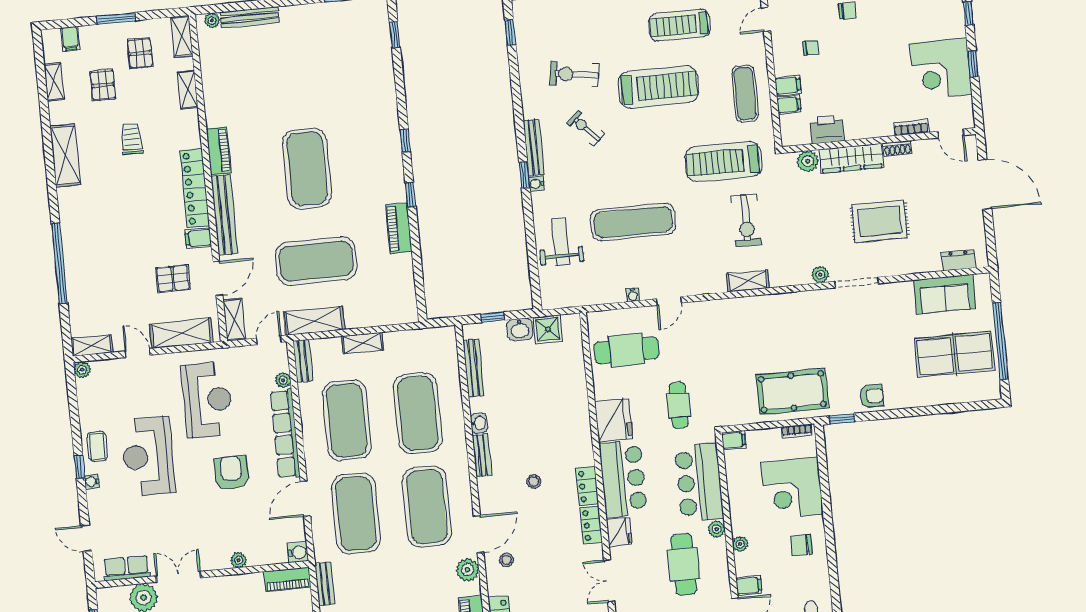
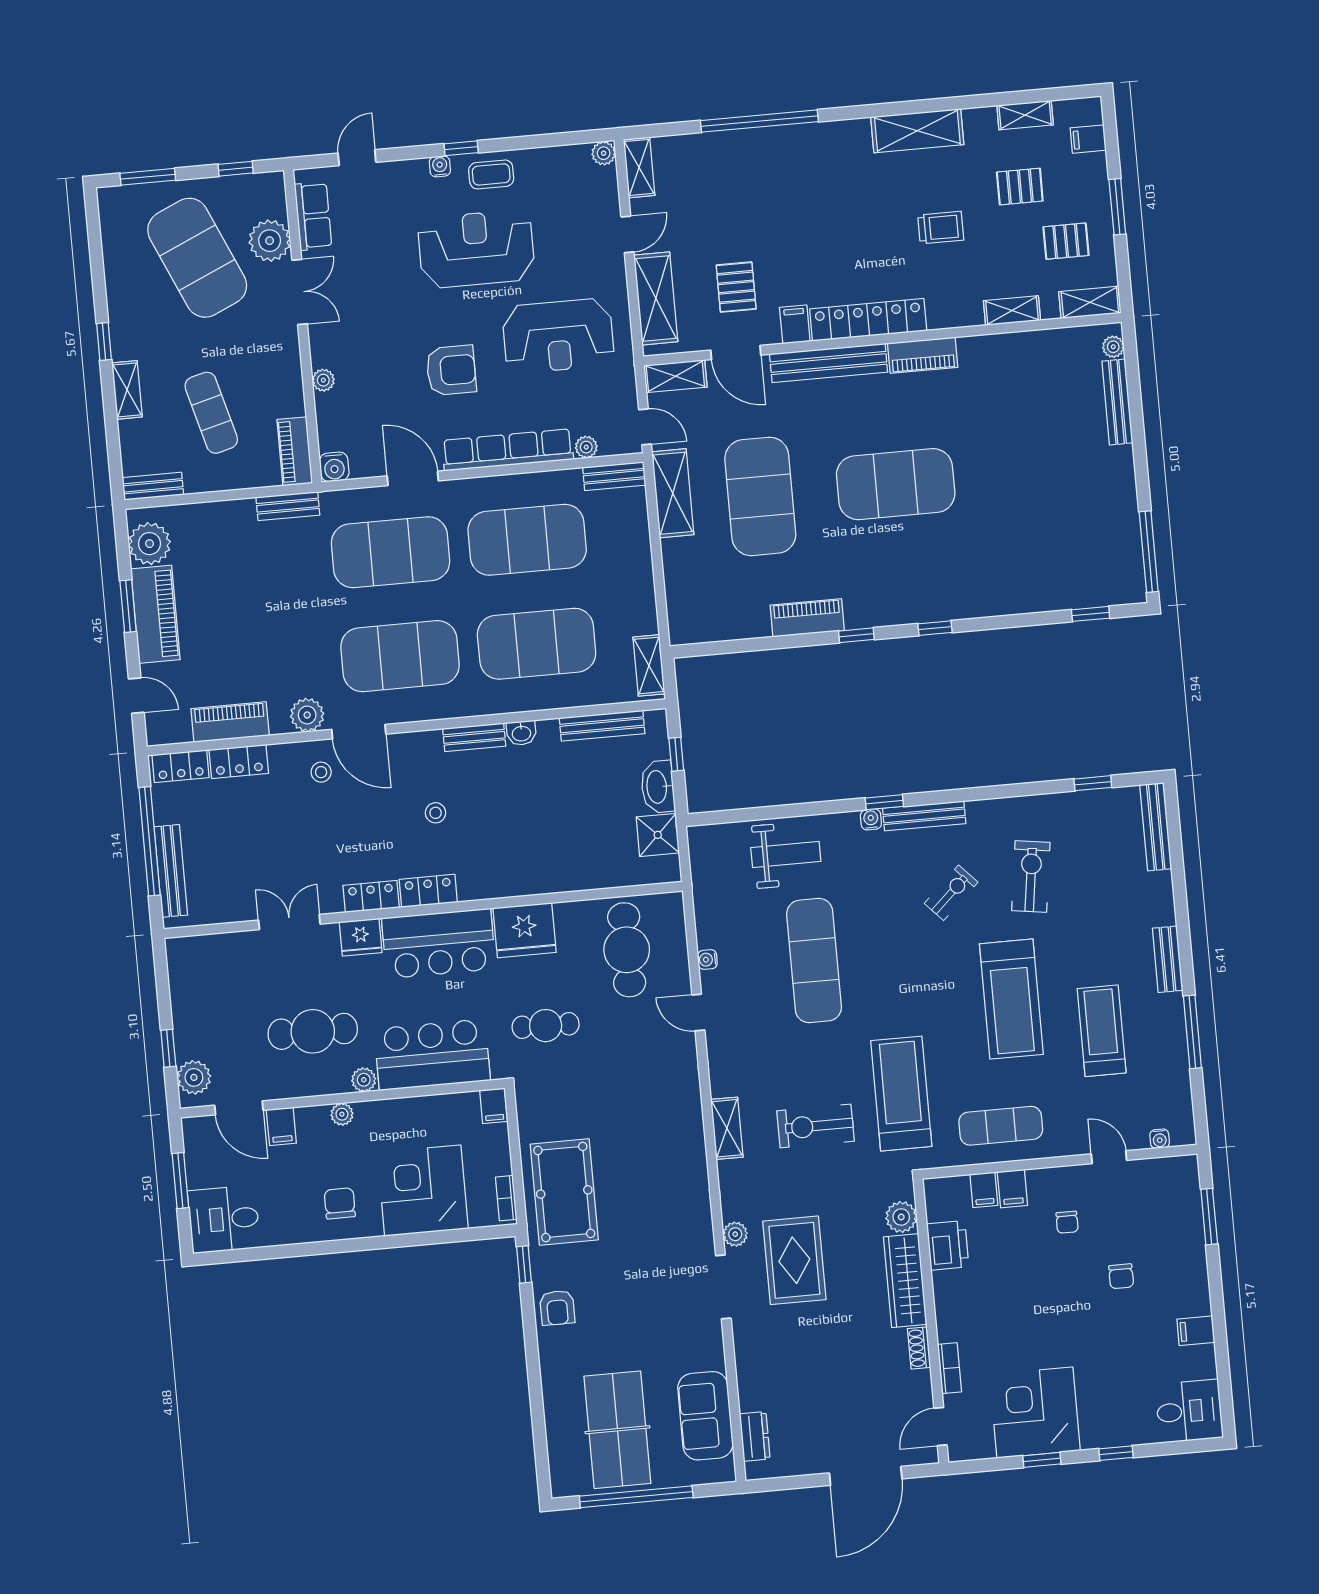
rug: (880, 221) -> (794, 1260), moved
washbasin: (520, 329) -> (658, 787), width x1.38
shelving: (362, 343) -> (649, 665), moved

